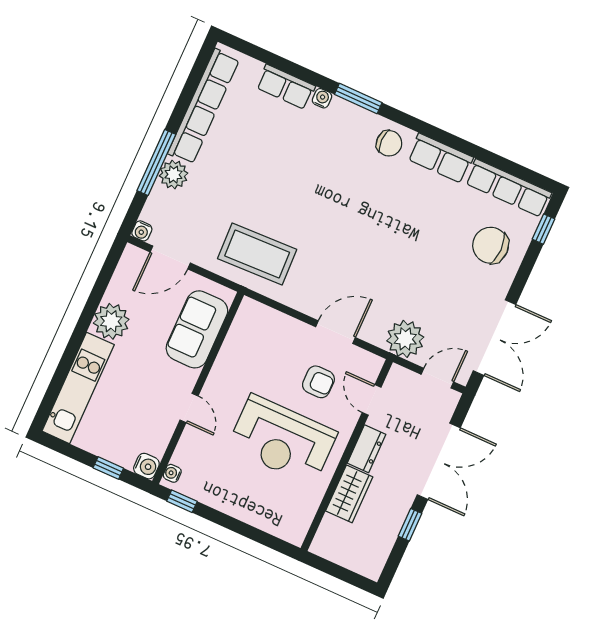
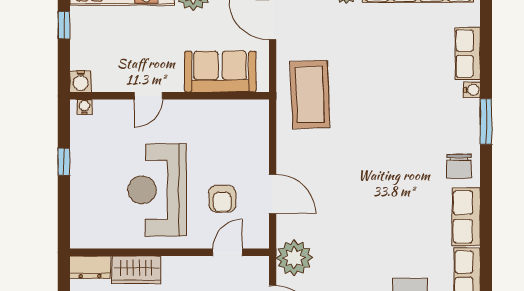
dresser: (367, 449) -> (90, 267), moved
window: (108, 468) -> (64, 25), moved
window: (182, 501) -> (64, 162), moved

